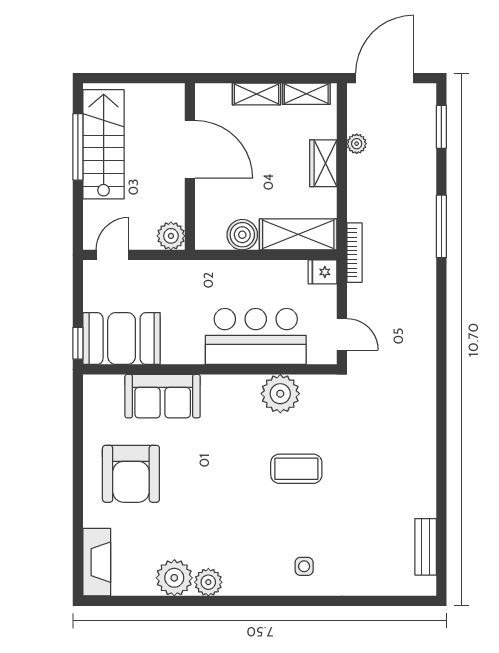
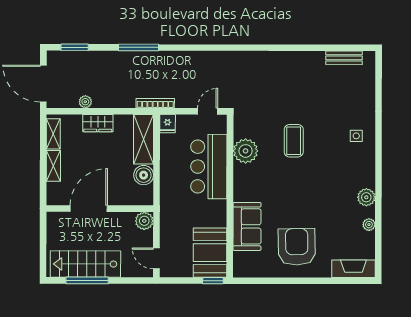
armchair: (131, 474) -> (297, 247), turned -91
plant: (174, 578) -> (369, 225), width x0.53, depth x0.53

